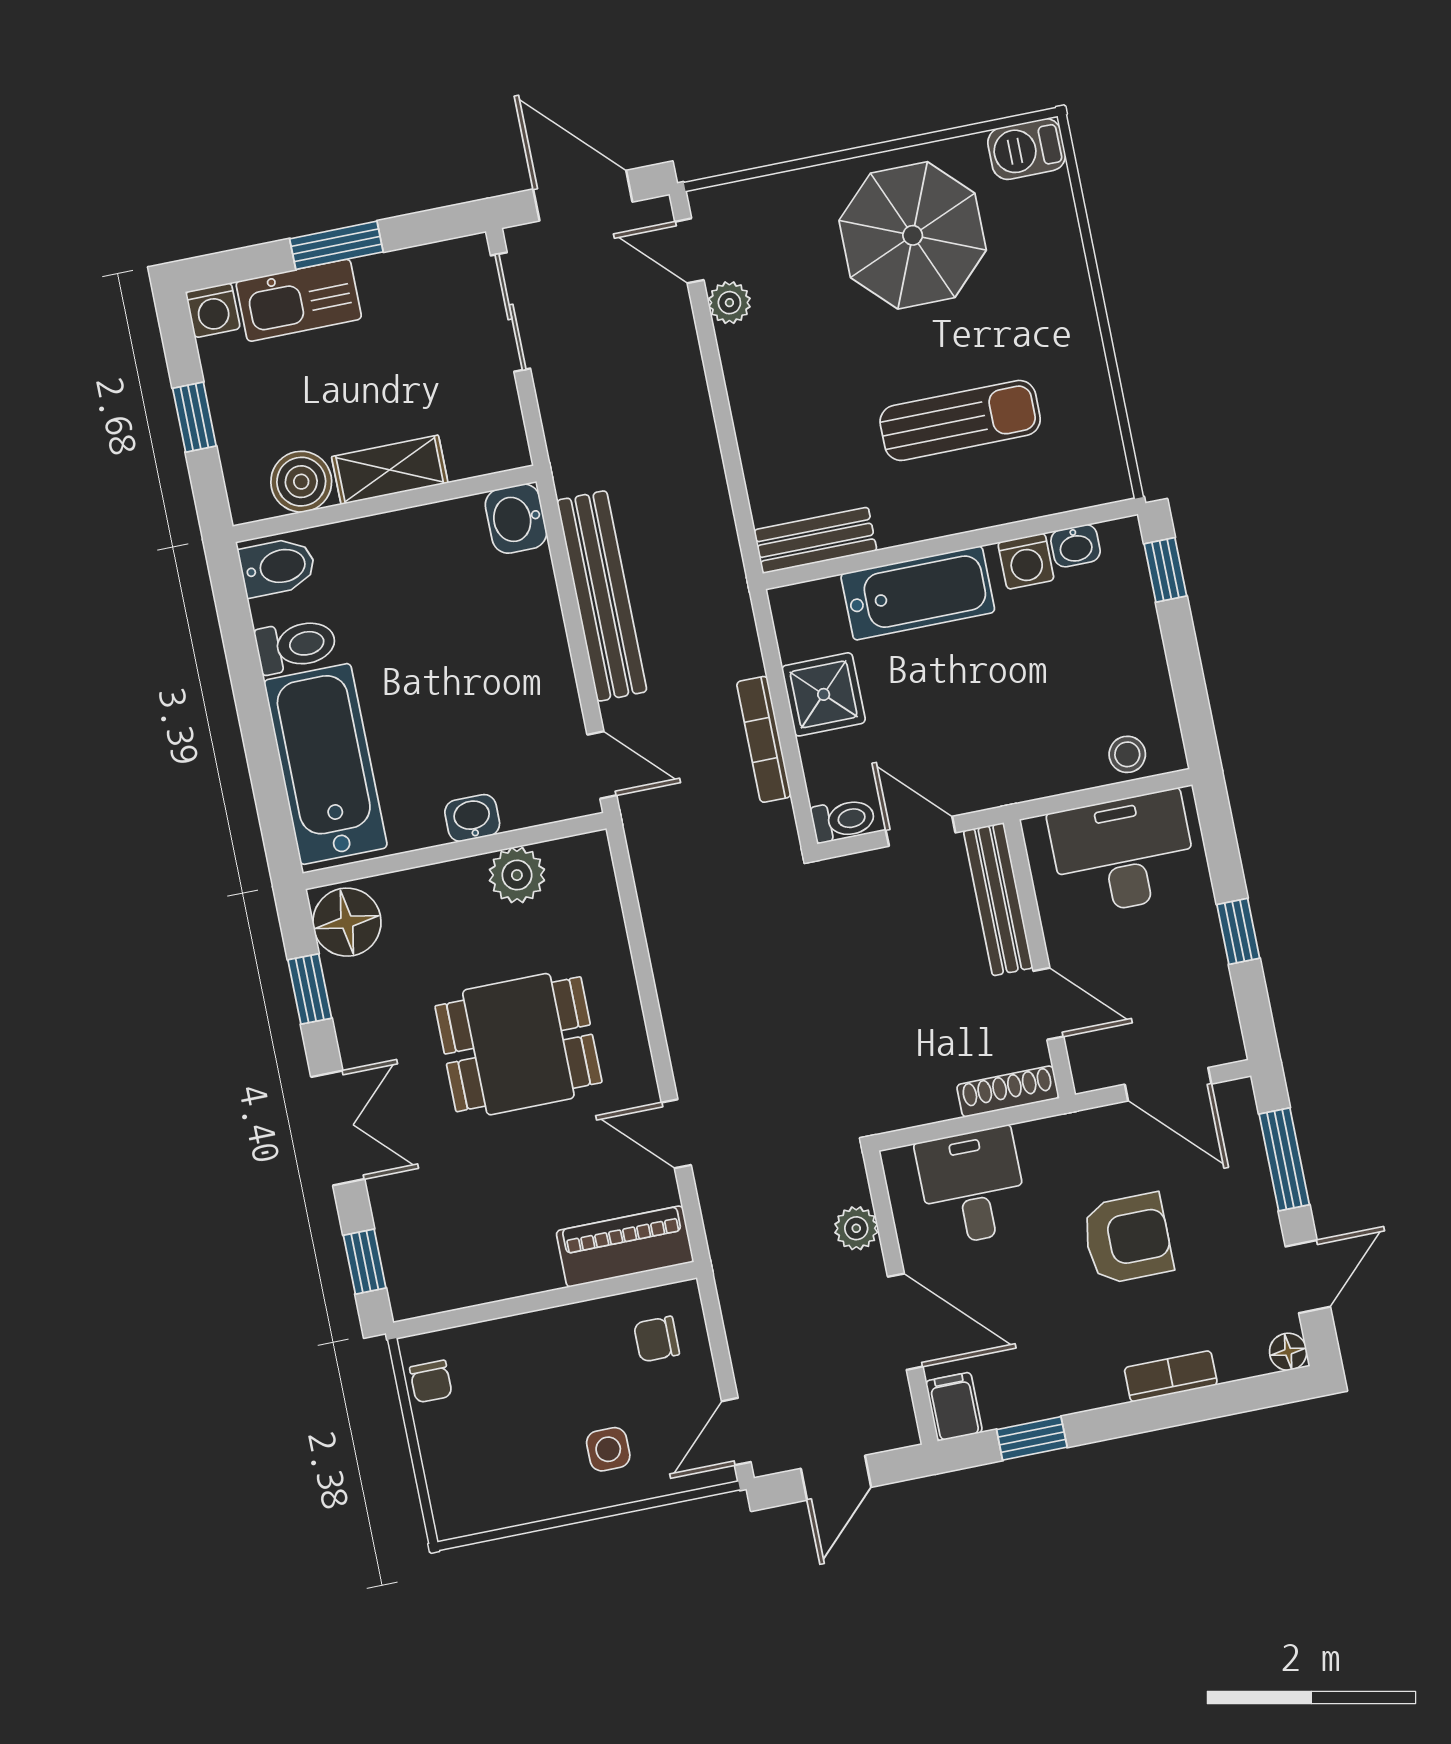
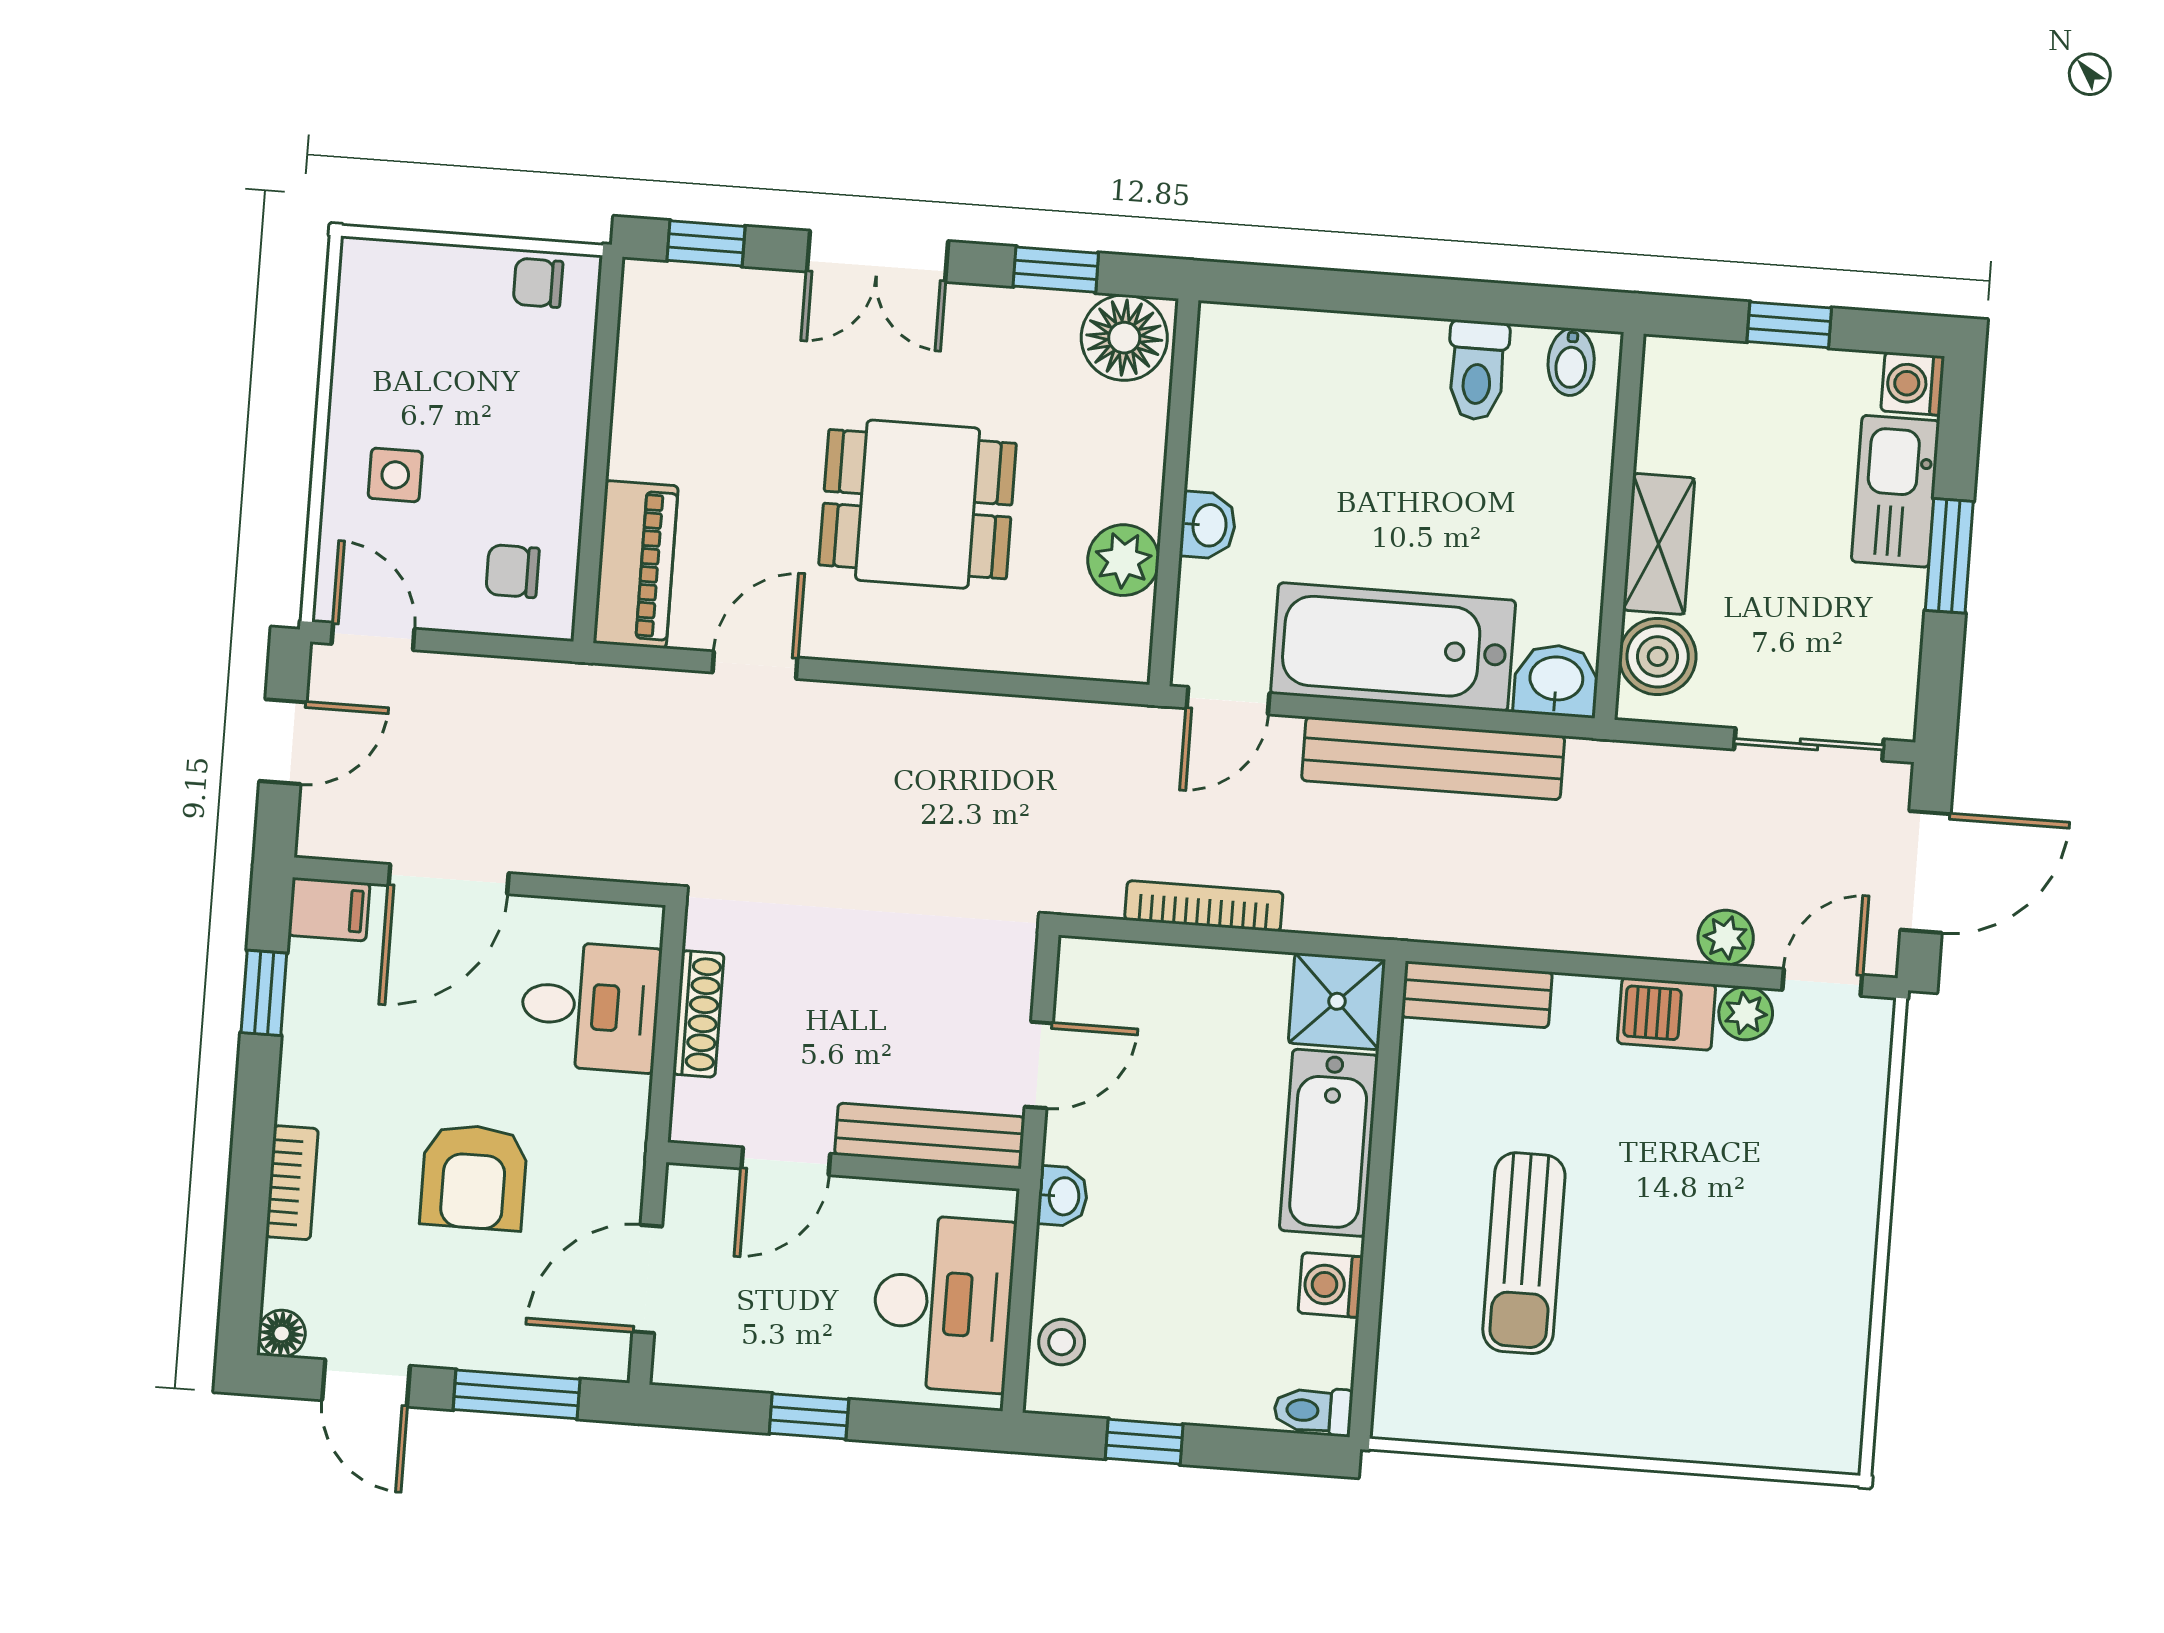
barbecue: (1027, 149) -> (1667, 1014), moved, turned -90
parasol: (913, 235) -> (1765, 1259), removed
boiler: (301, 482) -> (1658, 656), moved
bench: (815, 540) -> (1477, 994), moved, turned 90
washbasin: (1076, 546) -> (1063, 1196), moved, turned 180
bidet: (278, 567) -> (1571, 362), width x0.72, depth x0.74
window: (1165, 570) -> (1144, 1442), moved
shower: (824, 694) -> (1337, 1001), moved
bathtub: (326, 764) -> (1393, 647), moved, turned 180
toilet: (843, 820) -> (1313, 1411), moved, turned 90
dining table: (518, 1044) -> (918, 504), turned 90
shoe rack: (1008, 1091) -> (698, 1014), moved
plant: (856, 1228) -> (1726, 938), moved
chair: (657, 1339) -> (512, 571), turned -90
door: (836, 1478) -> (283, 742), swing flipped

